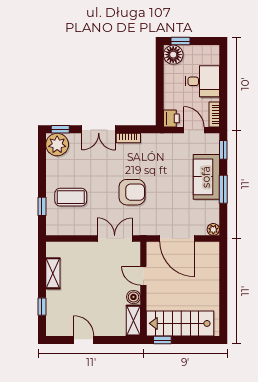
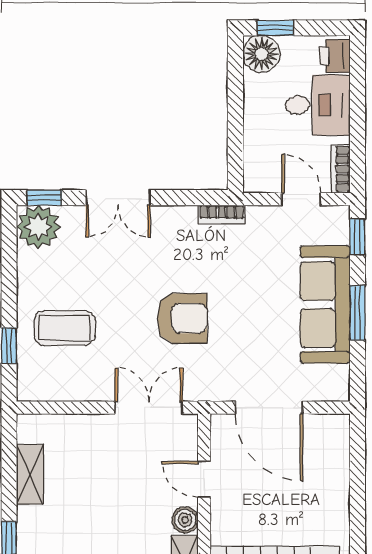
printer: (171, 118) -> (335, 56), moved, turned 180
bookcase: (128, 138) -> (222, 214), moved
sofa: (206, 177) -> (325, 305), width x1.36
plant: (213, 229) -> (338, 390), removed

